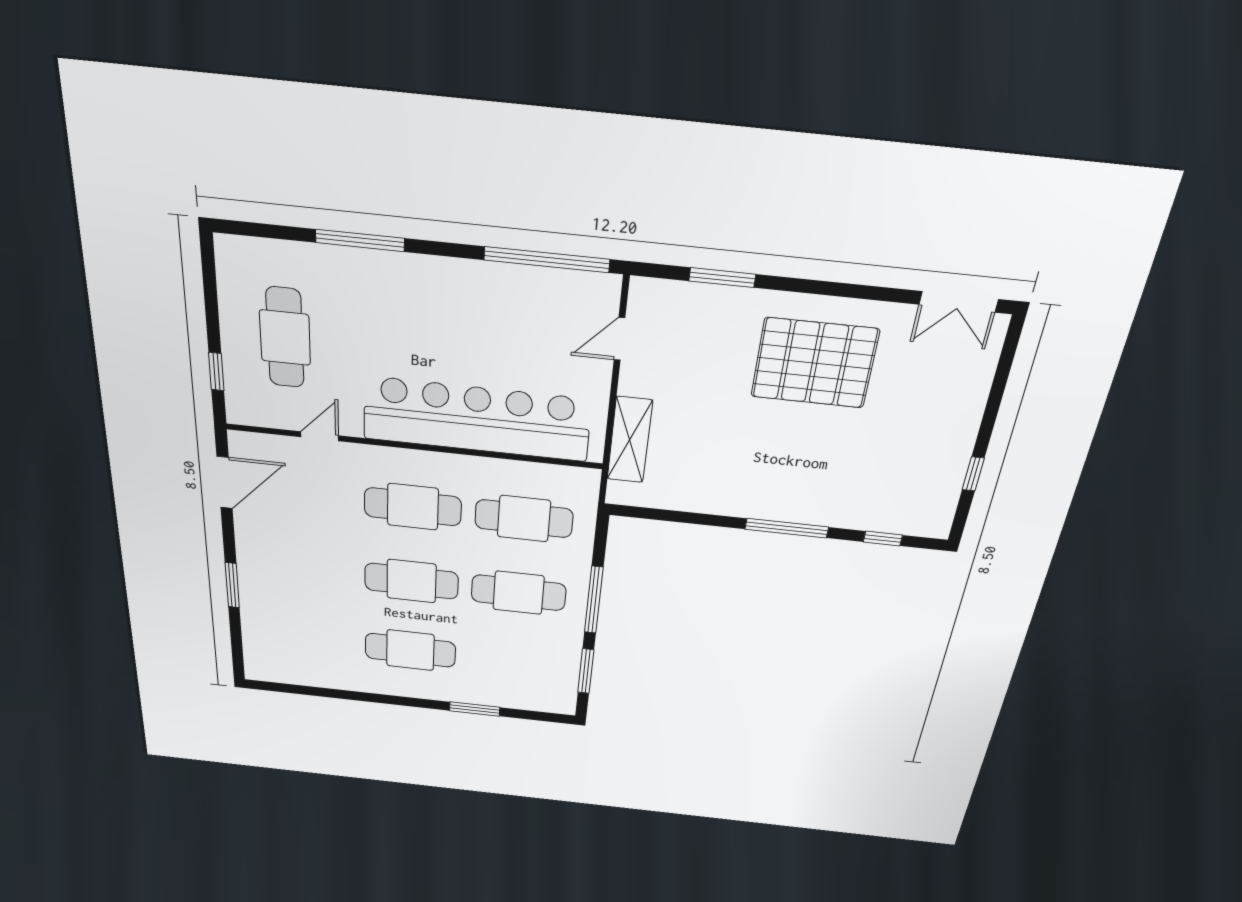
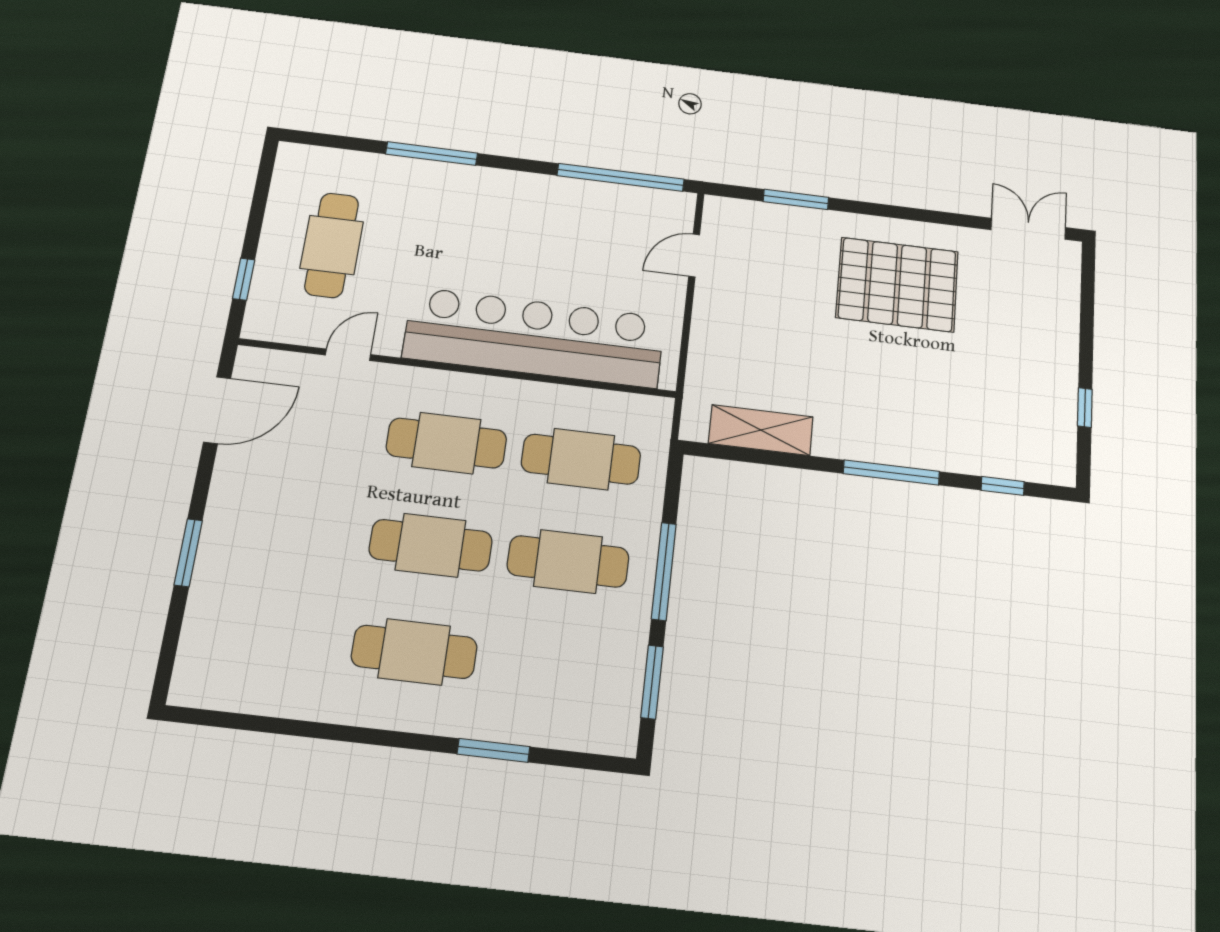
double door: (959, 302) -> (1028, 229), swing flipped
shelving: (630, 440) -> (761, 430), moved, turned 90

